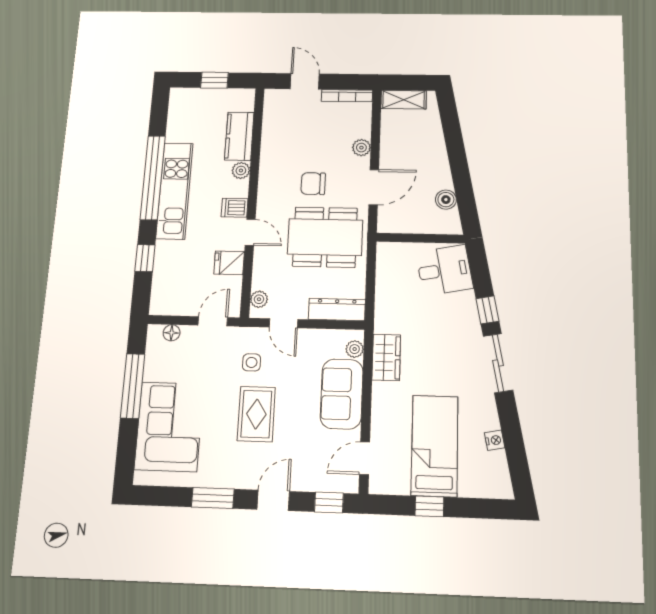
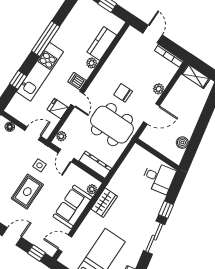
window: (153, 177) -> (46, 39), width x0.68
kitchen unit: (175, 191) -> (40, 72), moved

